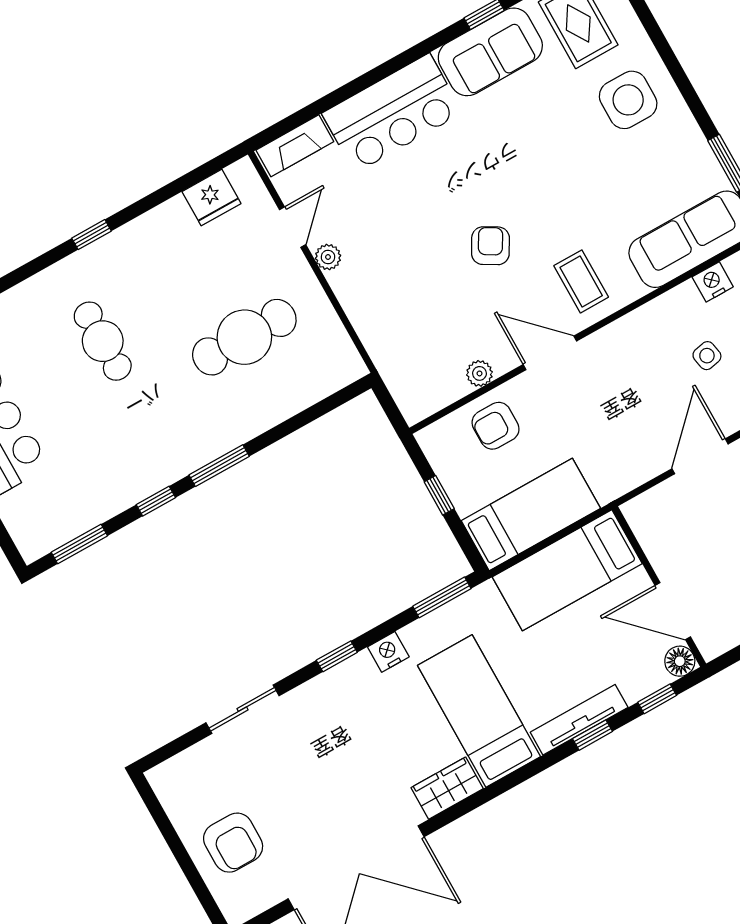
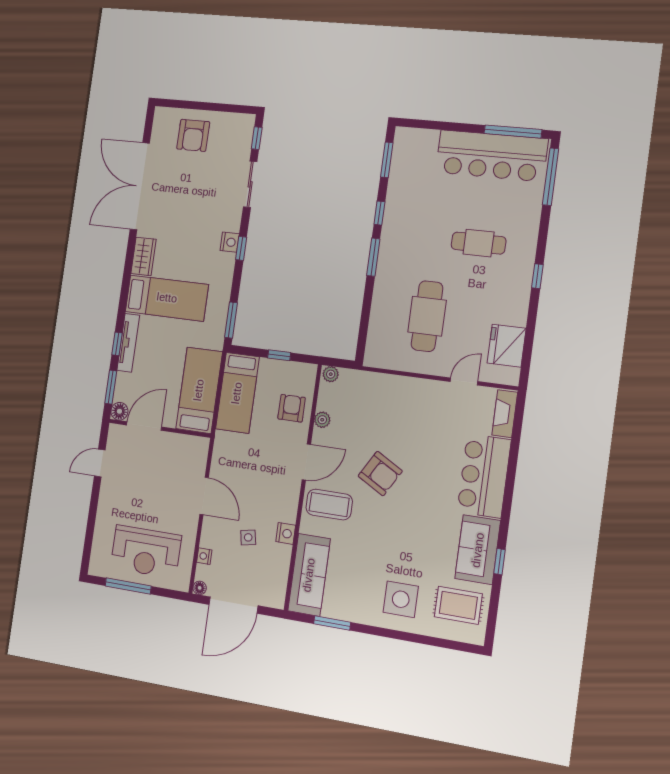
fridge: (211, 198) -> (507, 346), width x1.36, depth x1.34
door: (293, 227) -> (464, 381), swing flipped
armchair: (490, 246) -> (380, 474), width x1.38, depth x1.38
plant: (328, 257) -> (331, 374), moved
coffee table: (581, 281) -> (329, 505), width x1.36, depth x1.30
nightstand: (713, 282) -> (286, 533), moved
nightstand: (388, 652) -> (230, 242), moved
window: (657, 699) -> (111, 387), width x1.50
window: (174, 748) -> (257, 138), added
armchair: (233, 843) -> (193, 135), turned -90

